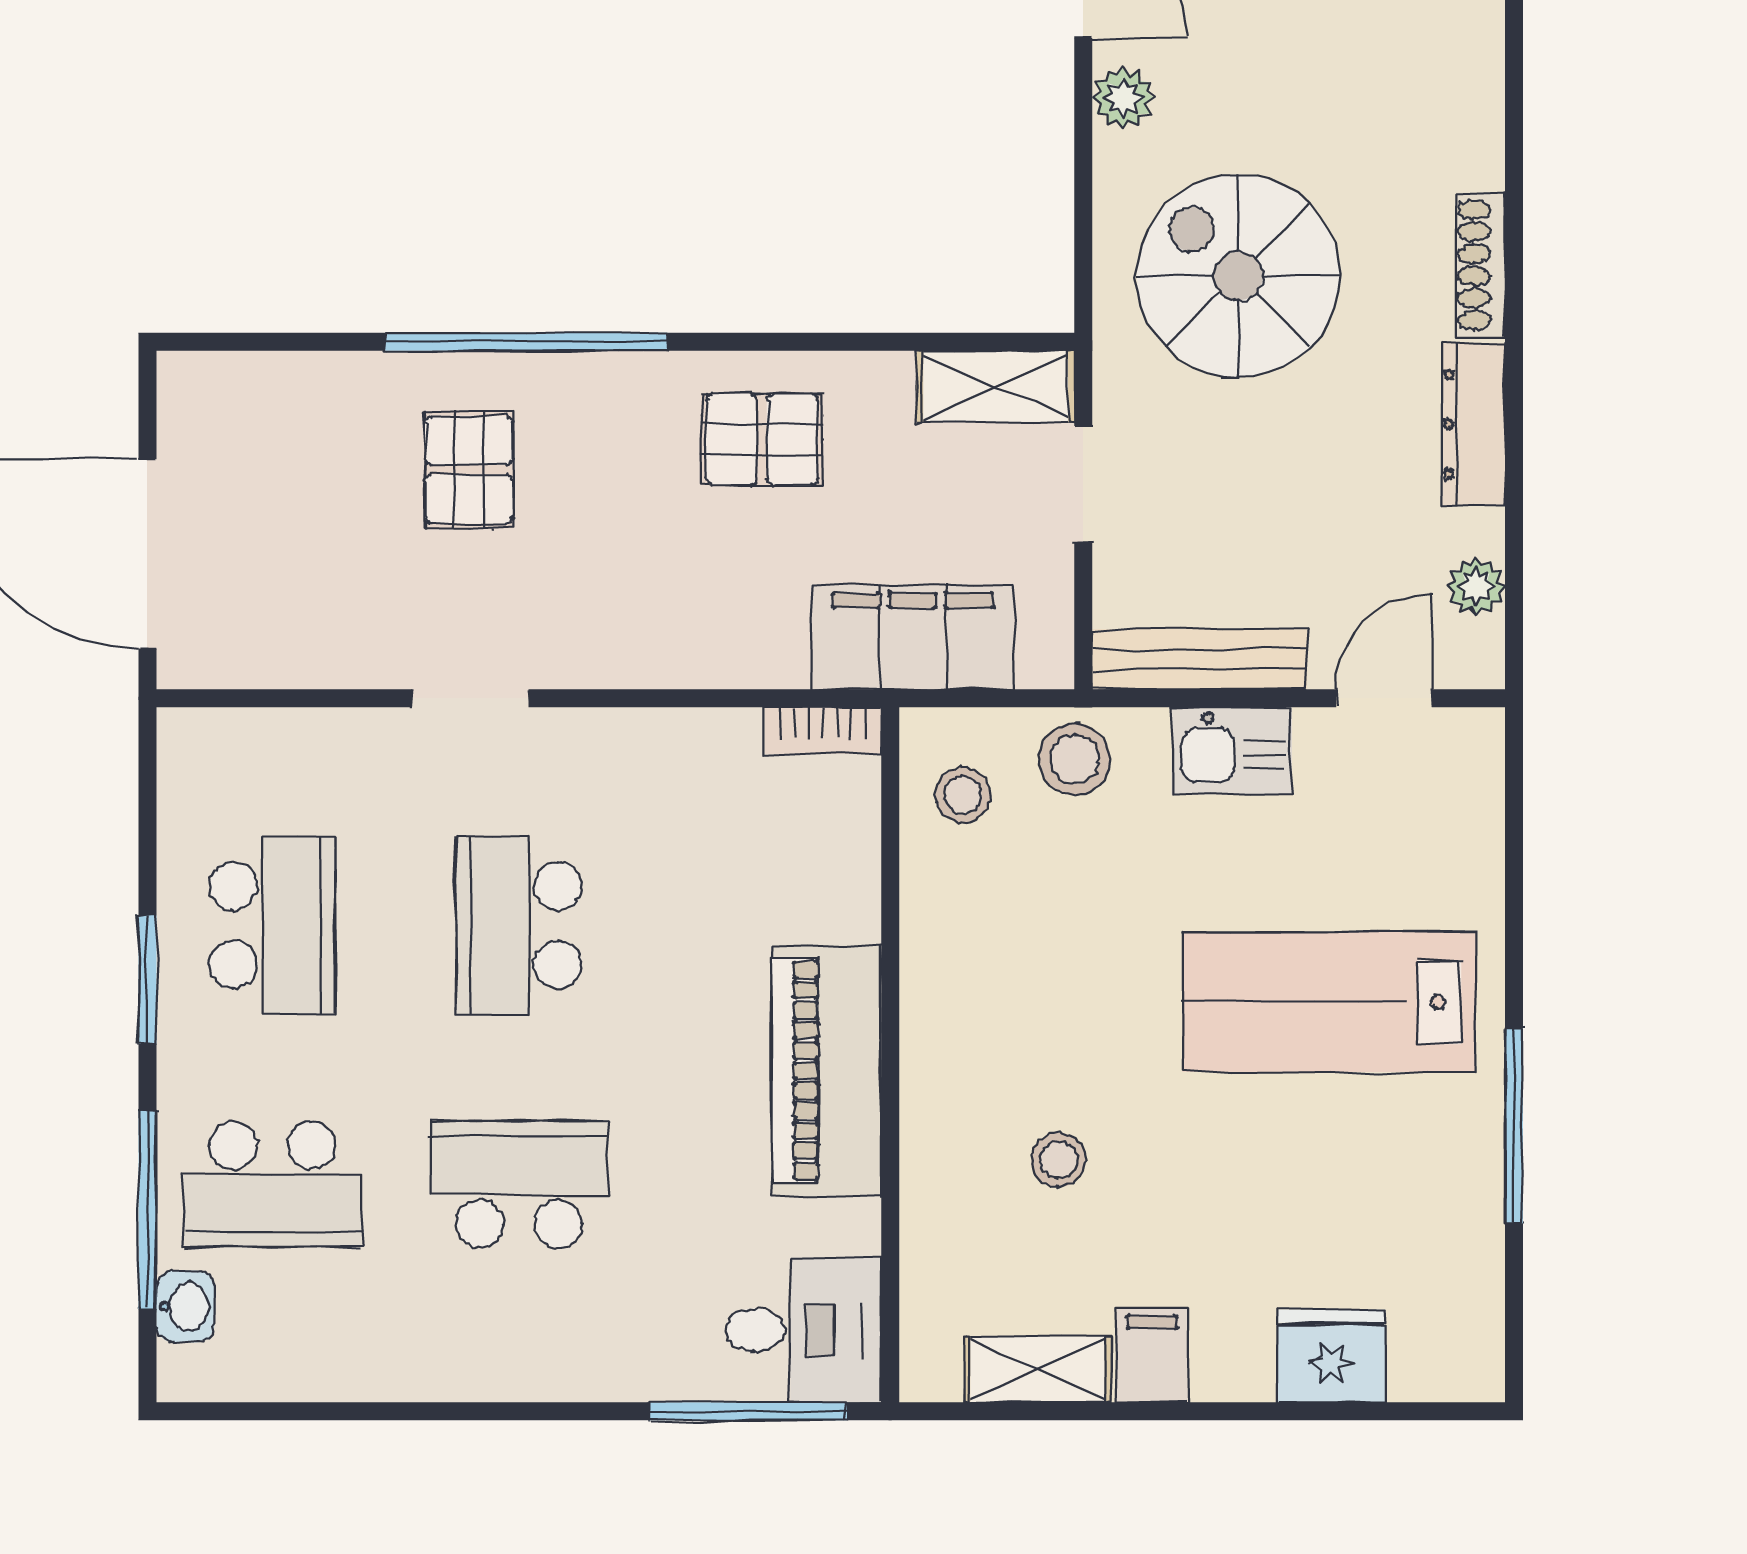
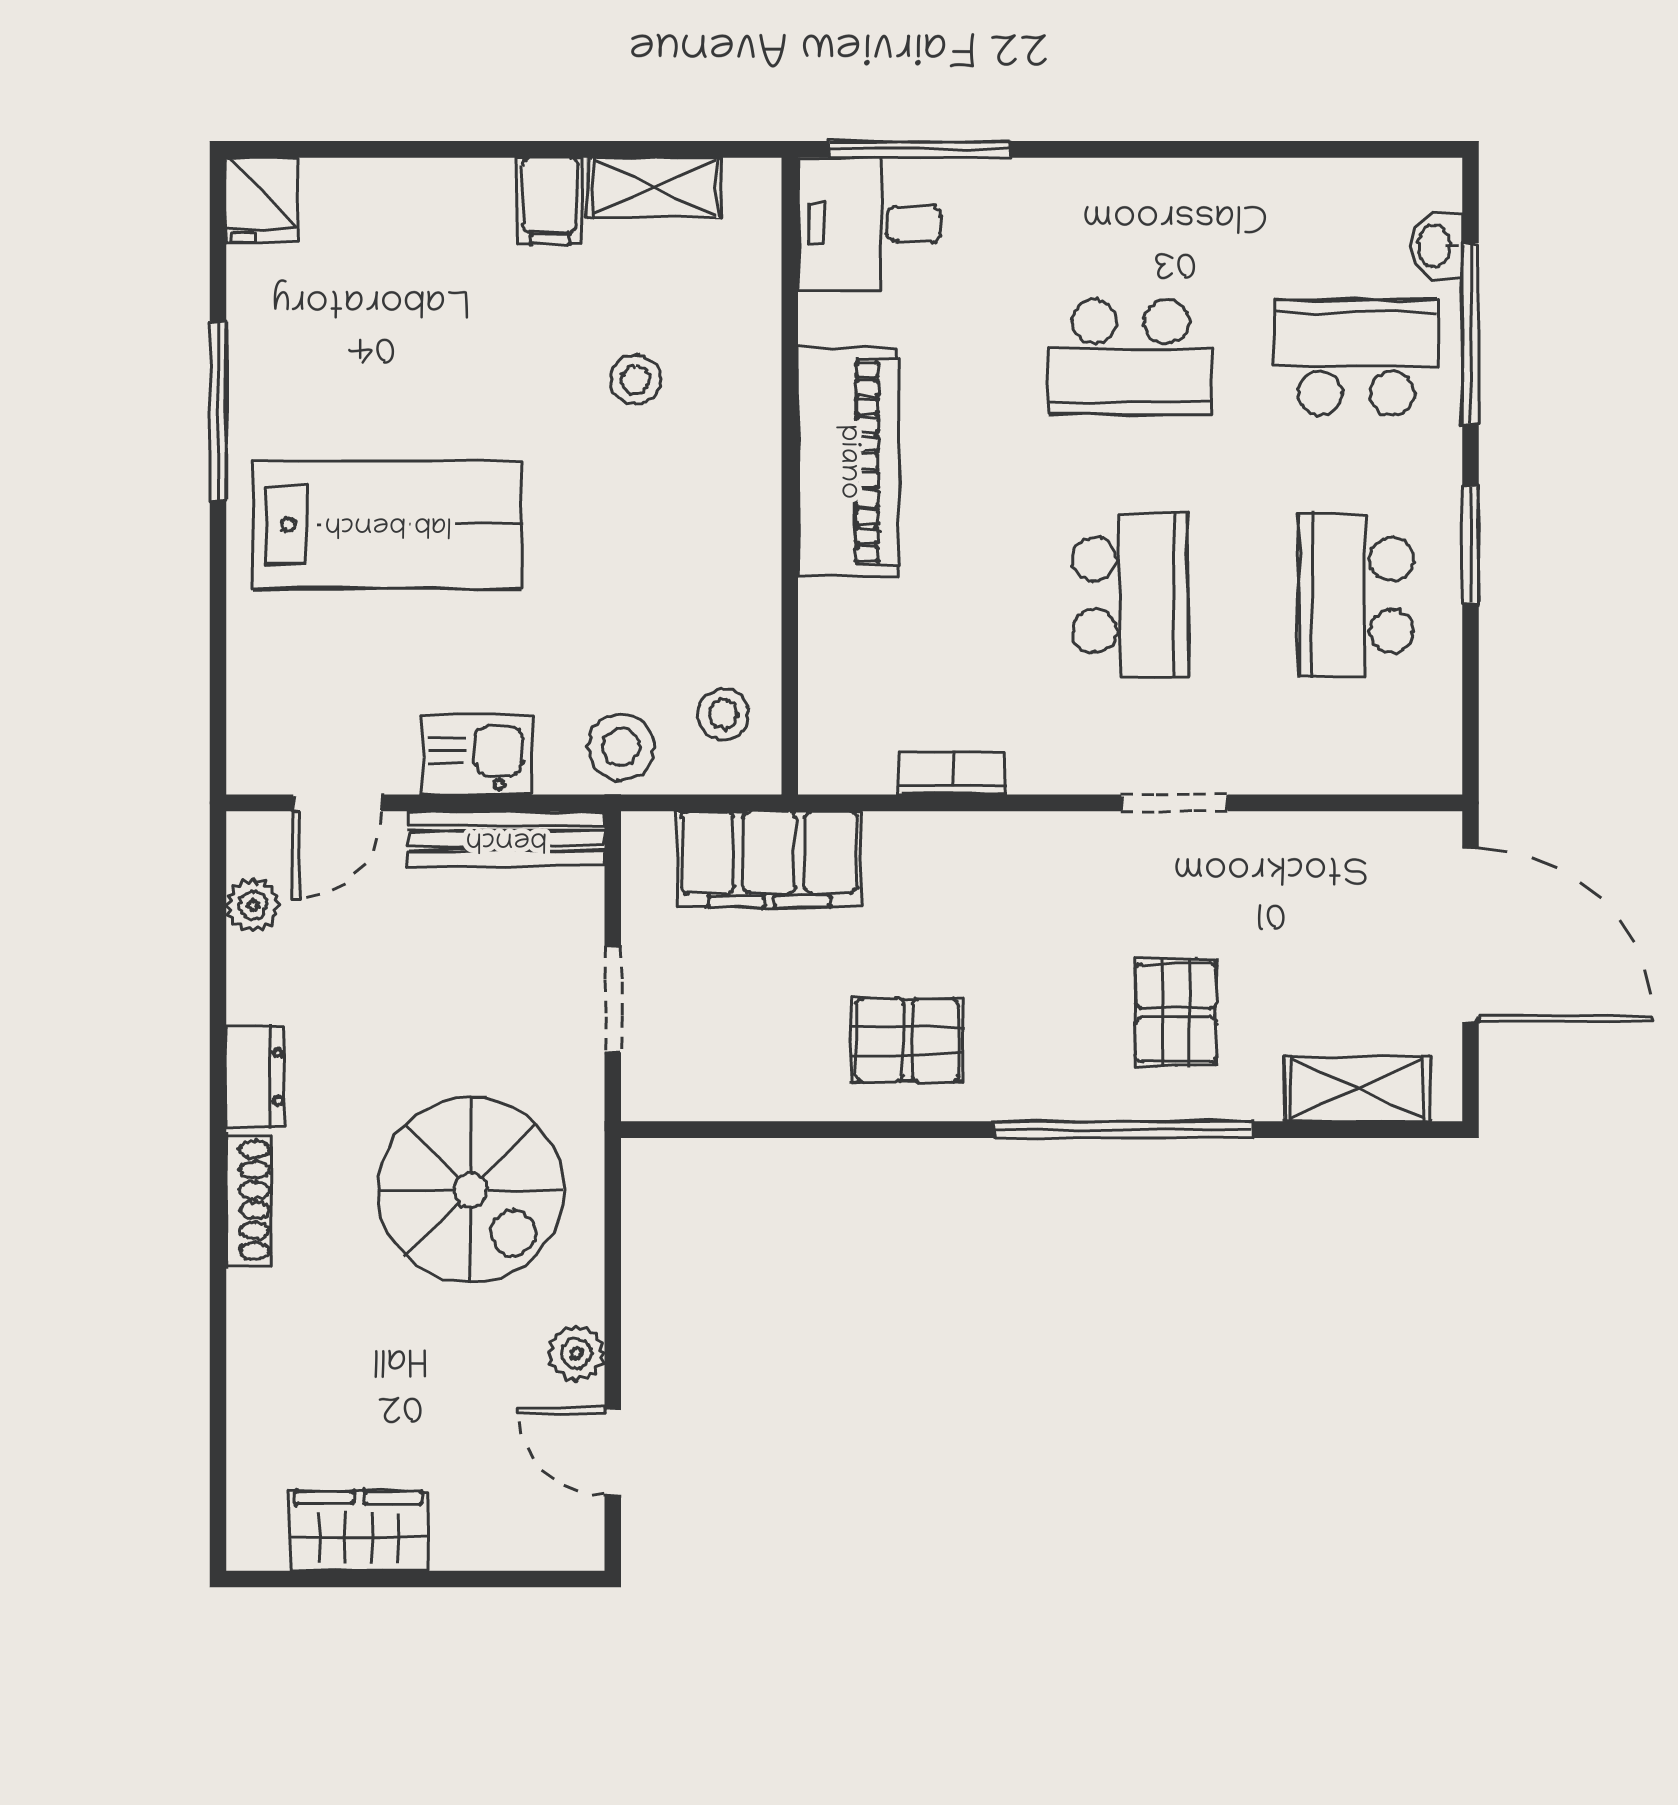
shelving: (996, 386) -> (1357, 1089), moved
dresser: (1473, 424) -> (255, 1077), width x0.70
bookcase: (823, 731) -> (952, 773), moved
fridge: (1331, 1356) -> (262, 200), moved, width x0.72

